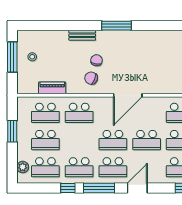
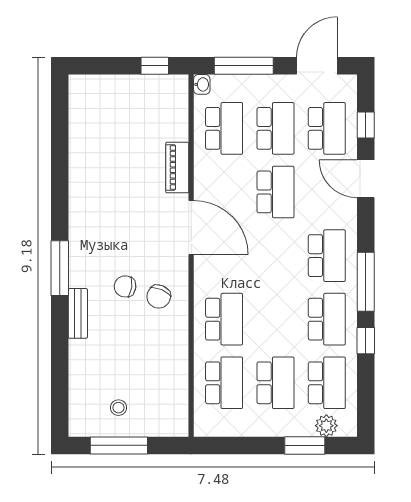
window: (117, 26) -> (60, 268), moved
piano: (52, 88) -> (177, 167), moved
window: (12, 131) -> (305, 445), moved
school desk: (113, 140) -> (275, 256), removed
door: (137, 188) -> (366, 179), moved

